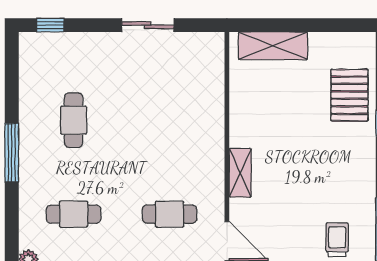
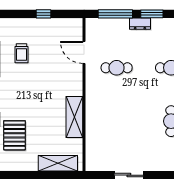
shelving: (240, 173) -> (74, 117), moved, width x1.50, depth x1.33

